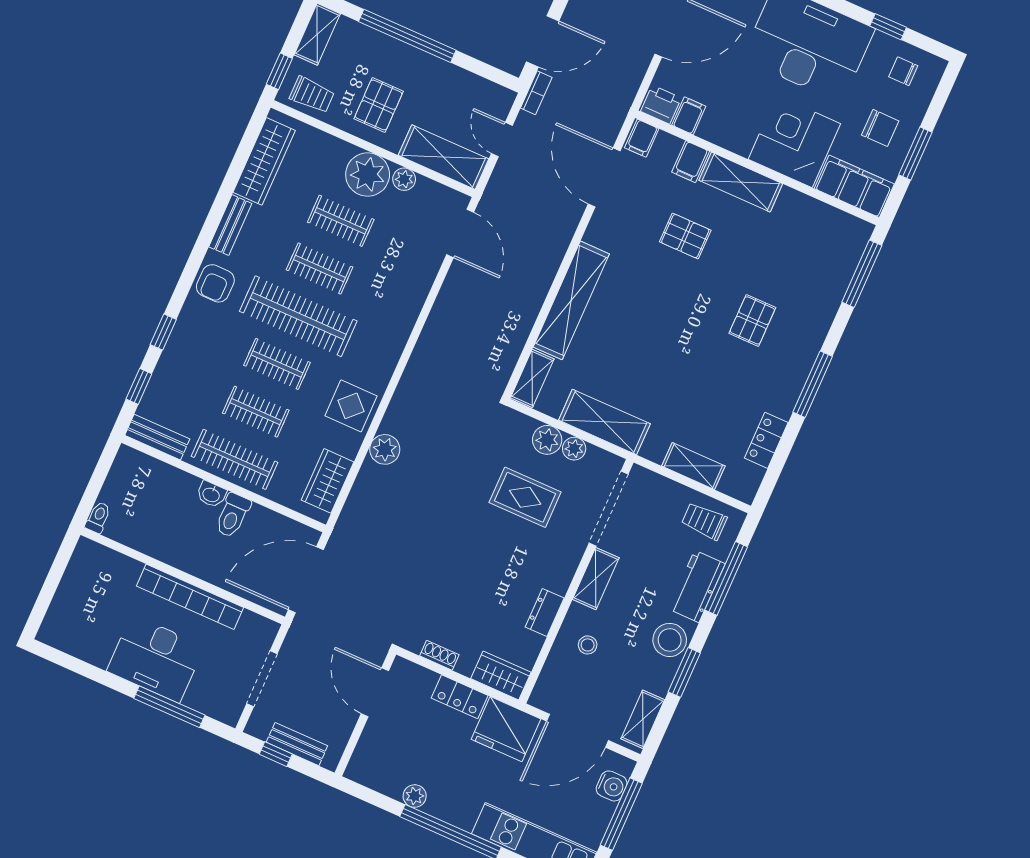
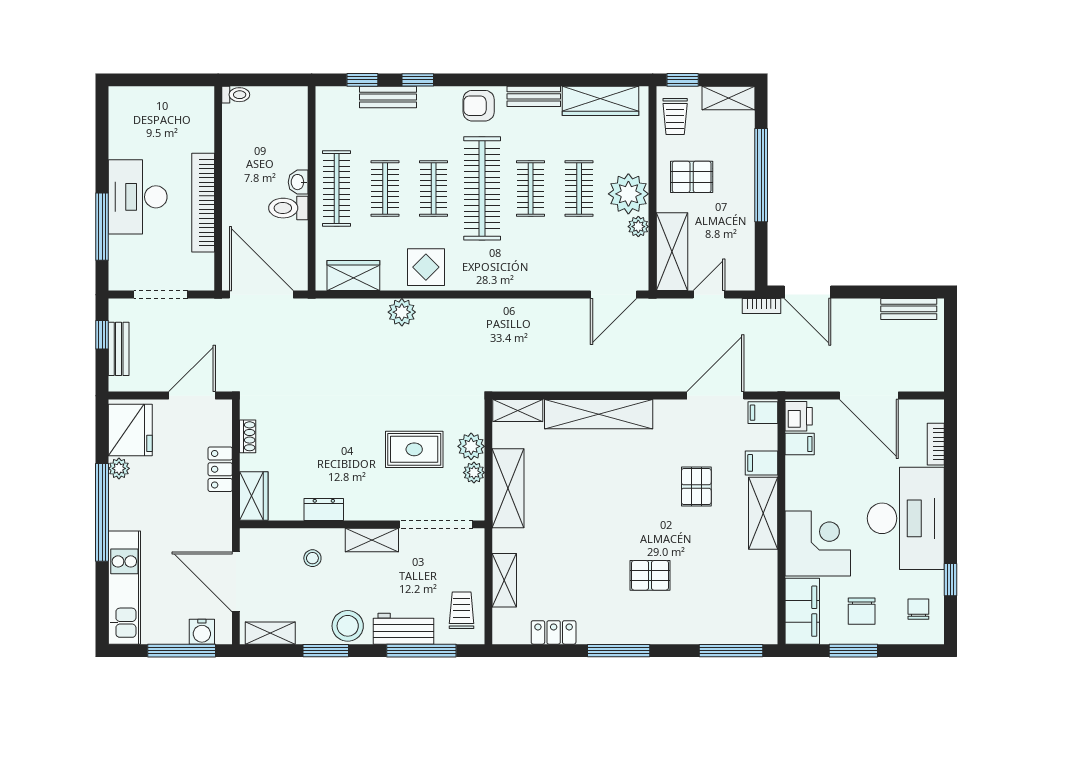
bench: (157, 437) -> (388, 97), moved, turned 90
rug: (525, 497) -> (414, 449), turned 90
fridge: (506, 729) -> (130, 430), moved, turned 180

